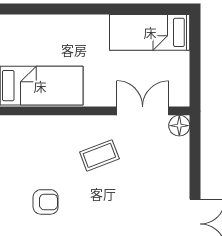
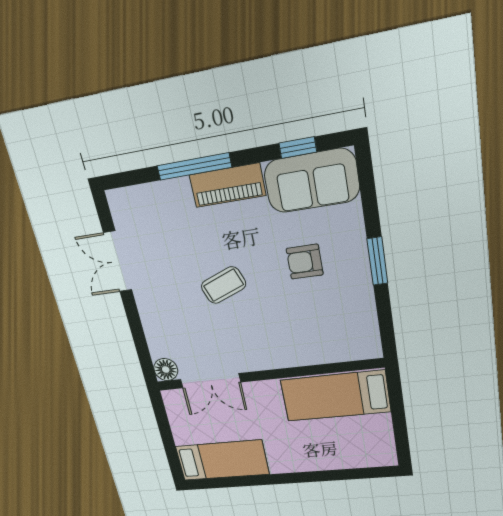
coffee table: (99, 155) -> (223, 285), moved

